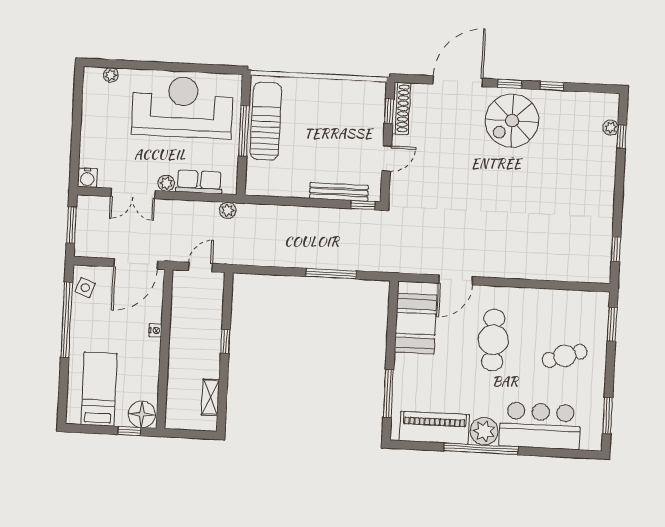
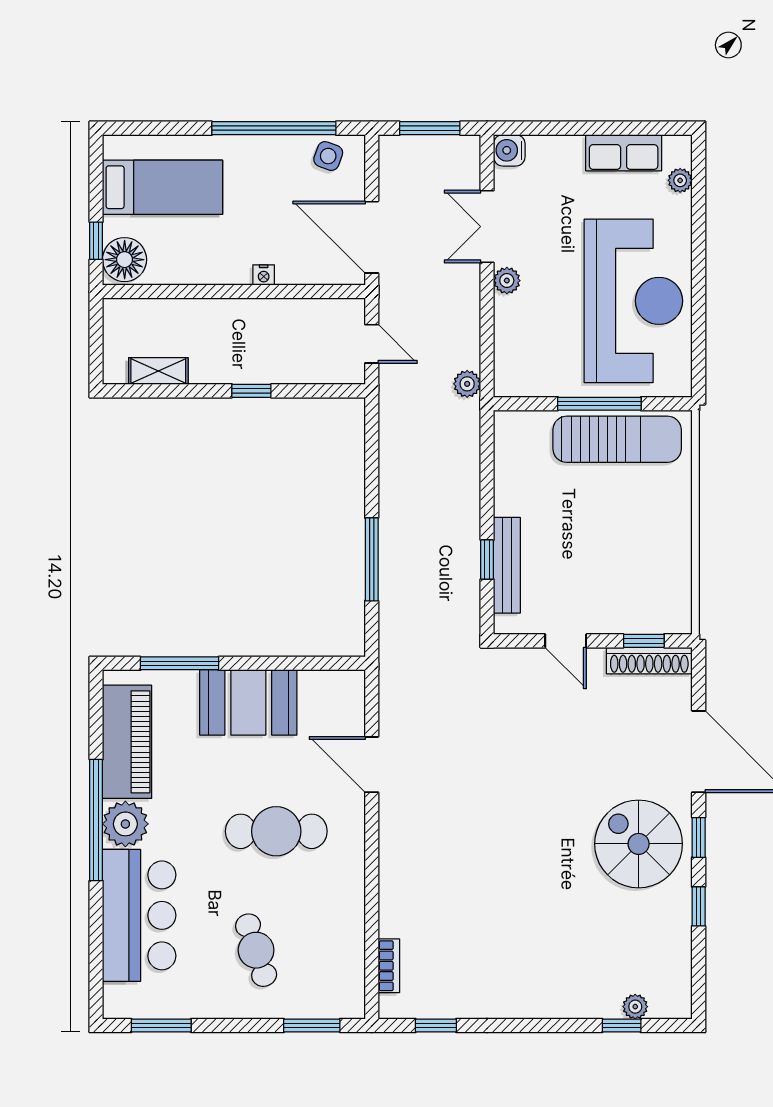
row of seats: (199, 182) -> (624, 153), moved, turned 90
window: (363, 205) -> (487, 560), moved
bookcase: (578, 276) -> (389, 966), added
booth: (416, 324) -> (248, 702), moved

